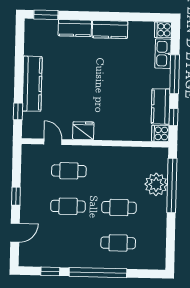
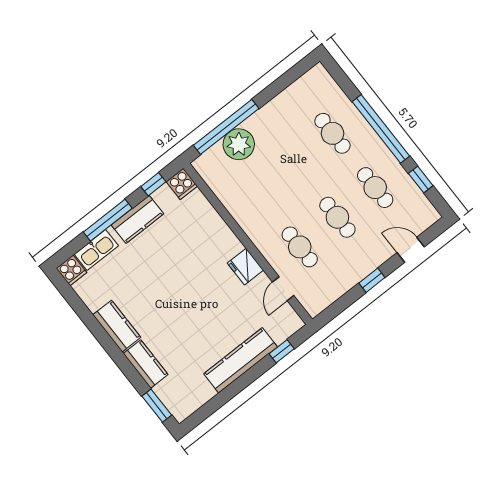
kitchen counter: (161, 106) -> (137, 219), moved
cafe table: (119, 207) -> (375, 188), moved

